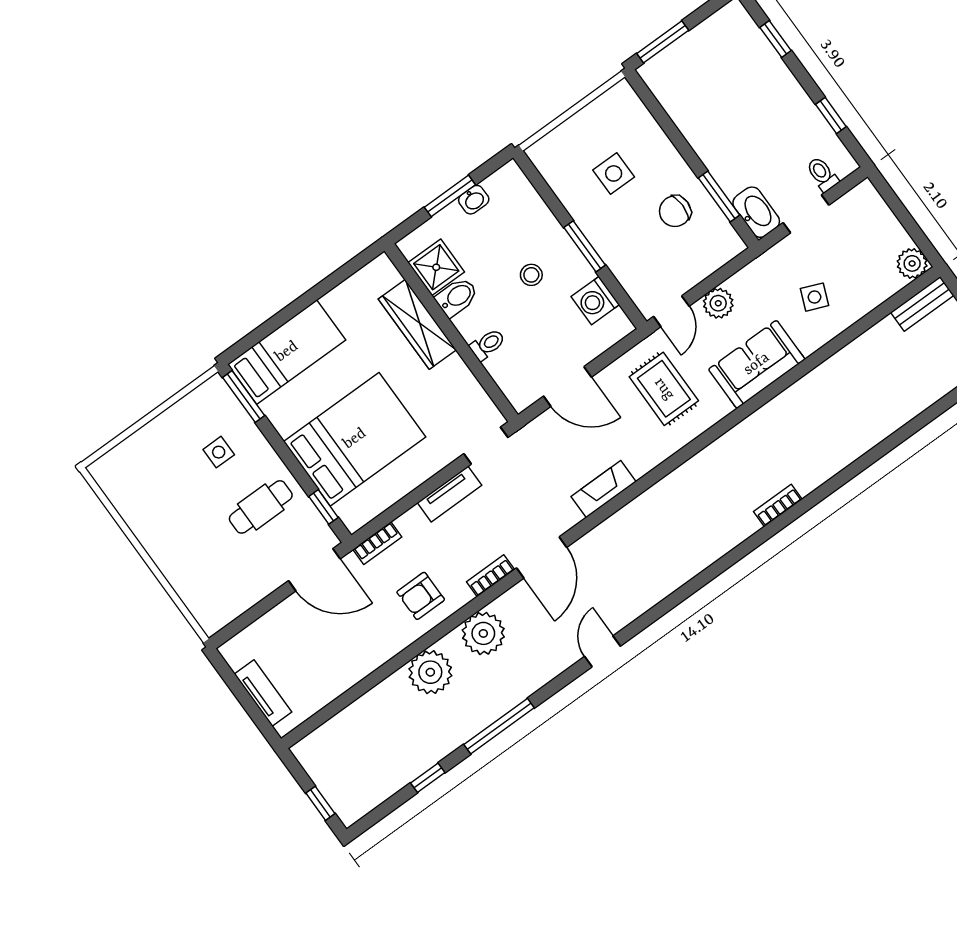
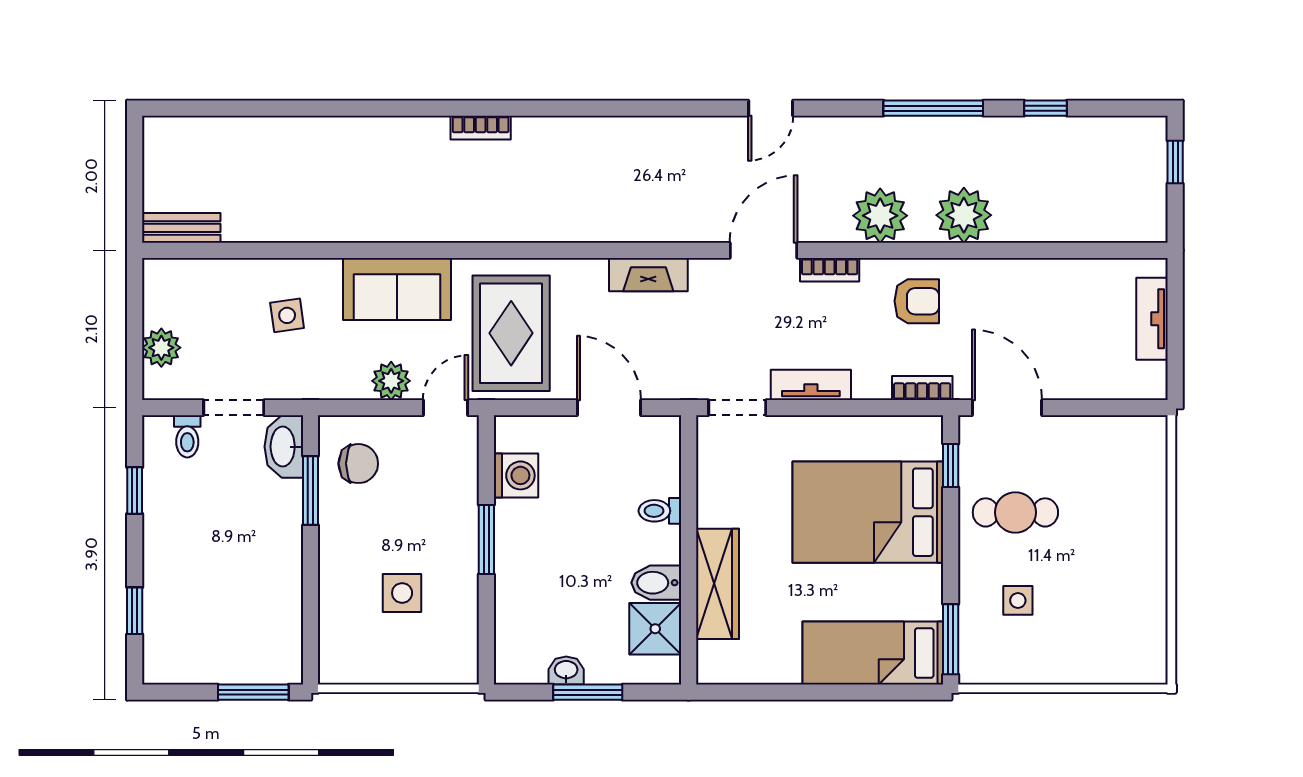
chair: (675, 211) -> (358, 464), moved
plant: (912, 263) -> (161, 348), moved
stool: (531, 275) -> (563, 550), removed
side table: (814, 297) -> (287, 315), turned -30
rug: (664, 389) -> (511, 333), width x1.36, depth x1.43

